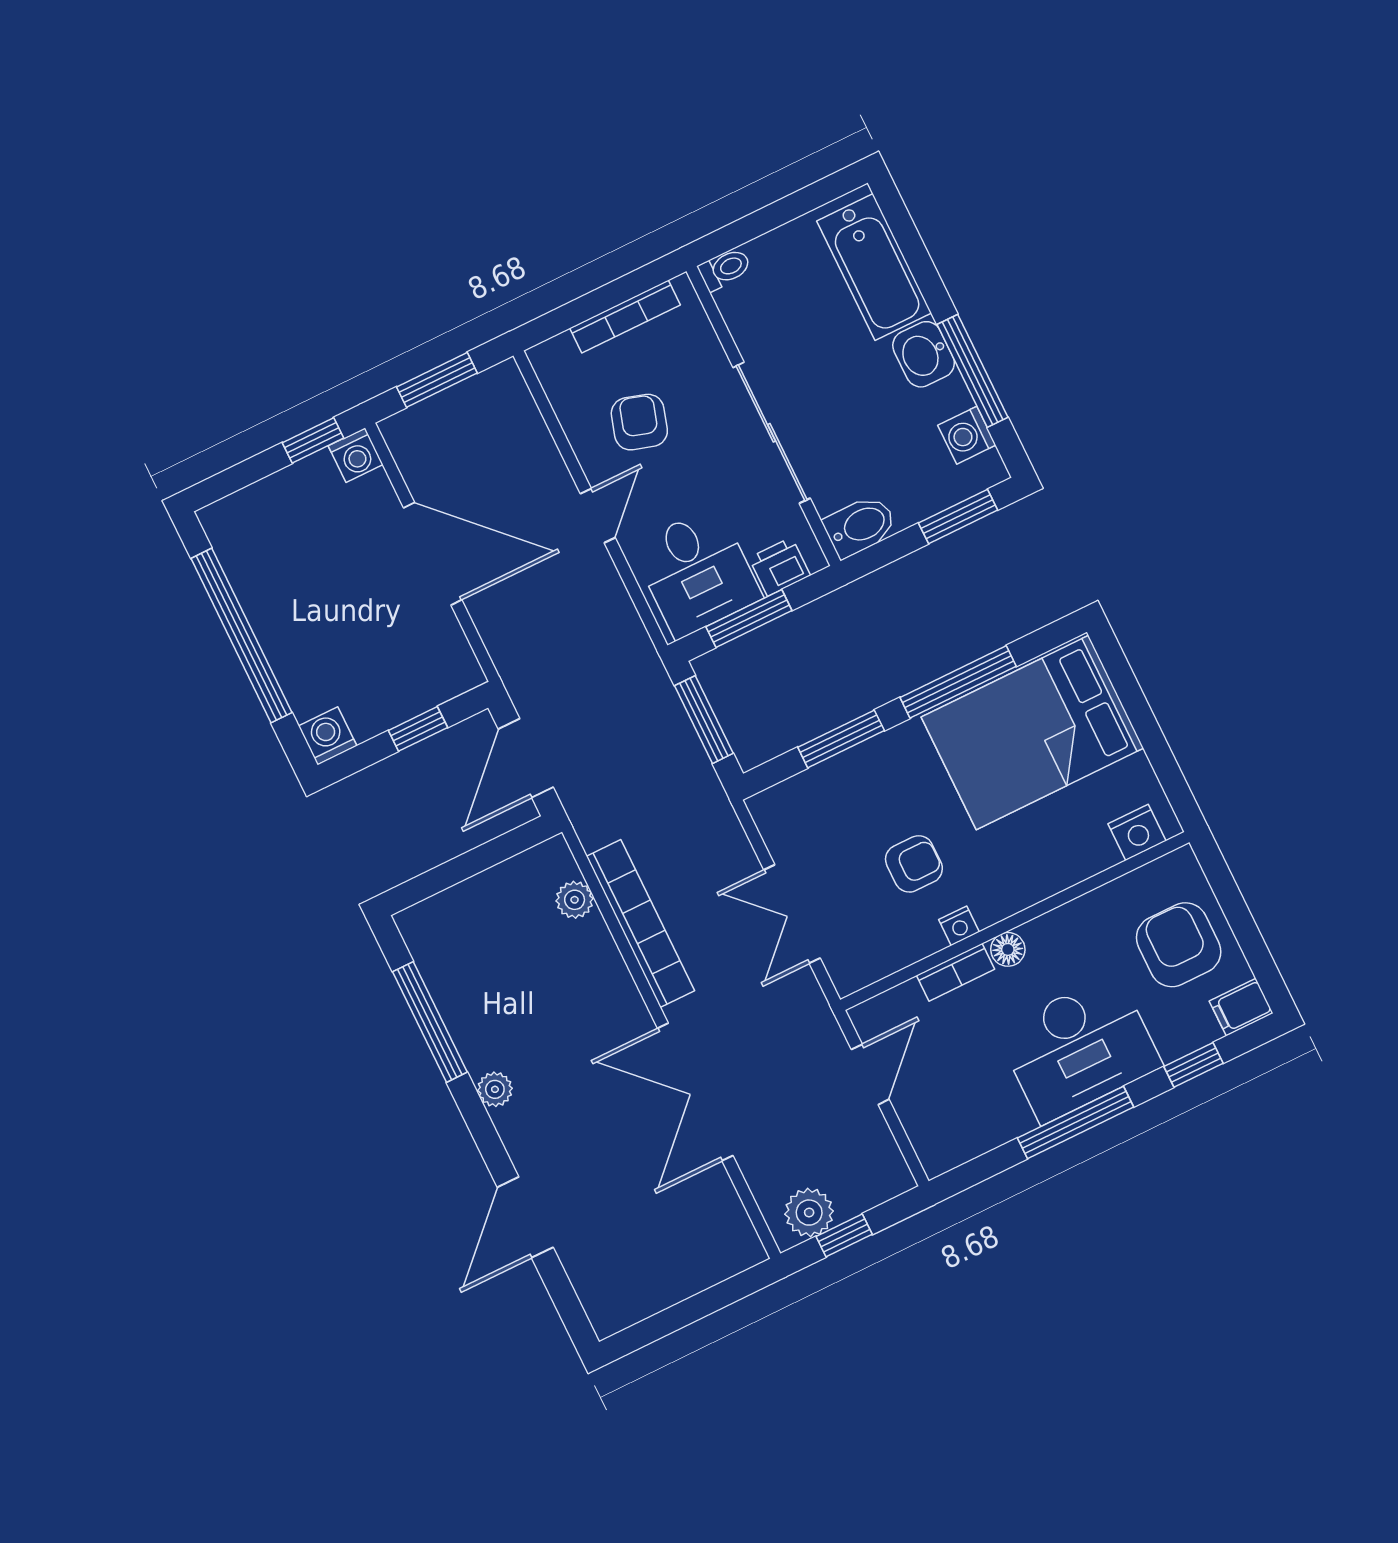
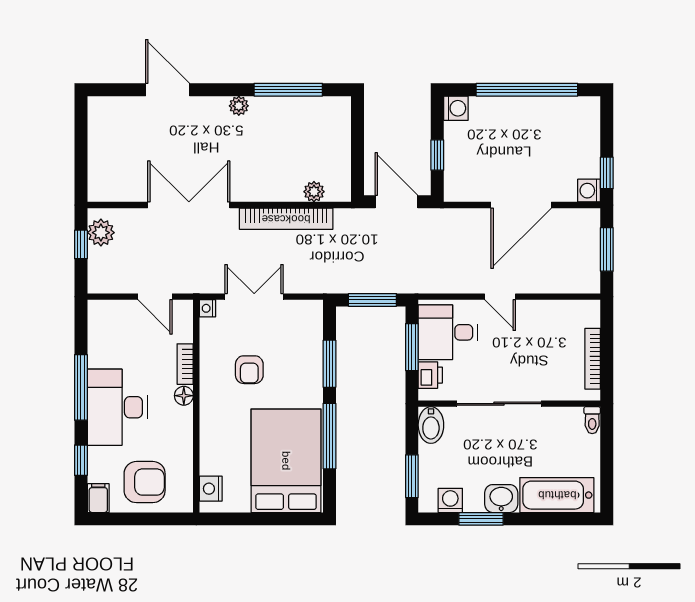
window: (973, 371) -> (481, 519), width x0.69
armchair: (639, 422) -> (537, 340), removed
nightstand: (959, 926) -> (207, 308), moved

